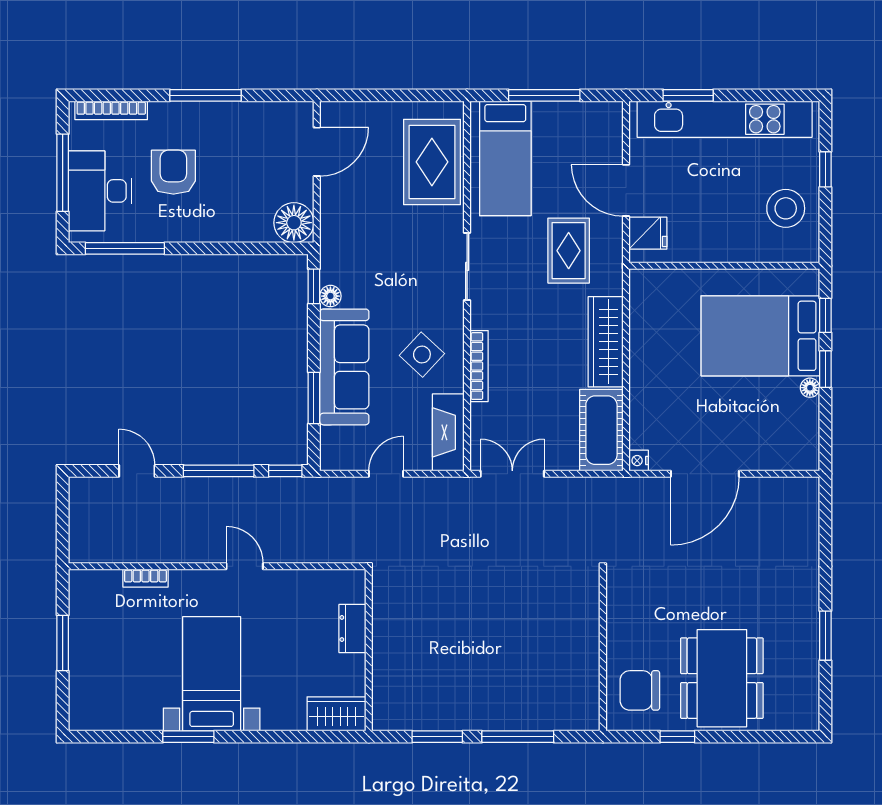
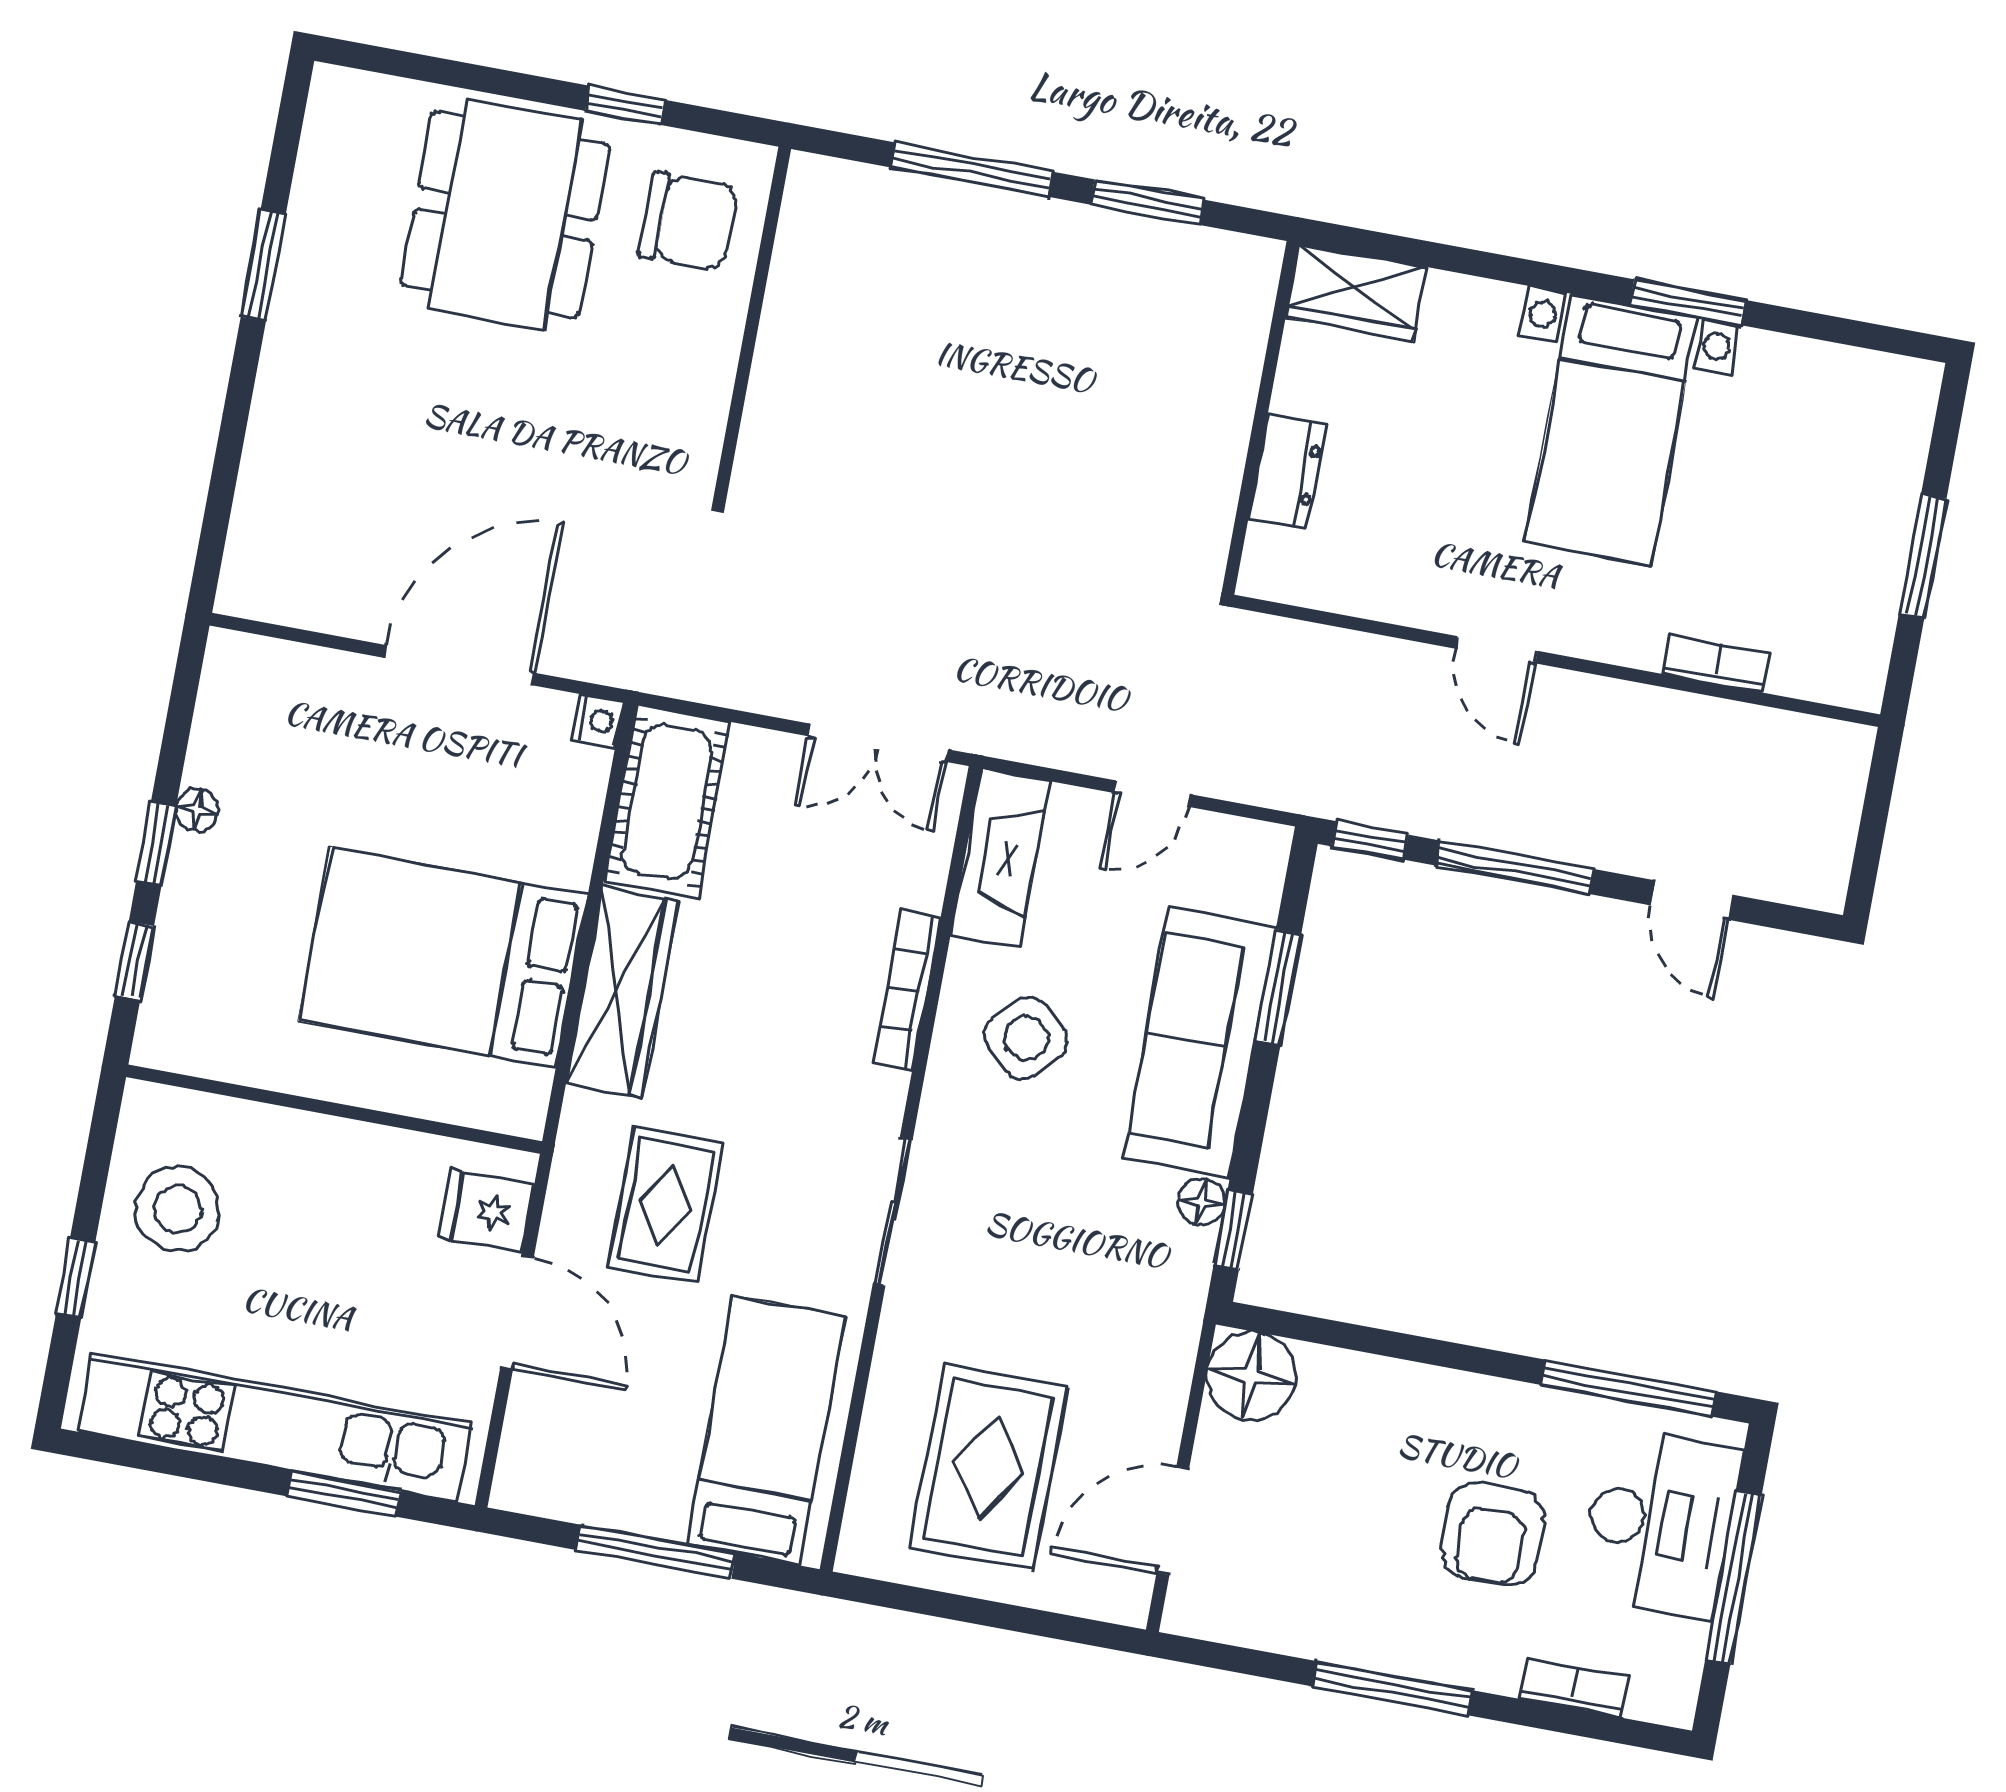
bookcase: (111, 110) -> (1574, 1688), width x0.64
rug: (432, 162) -> (988, 1467), moved
bed: (760, 336) -> (443, 958), moved, turned 180

